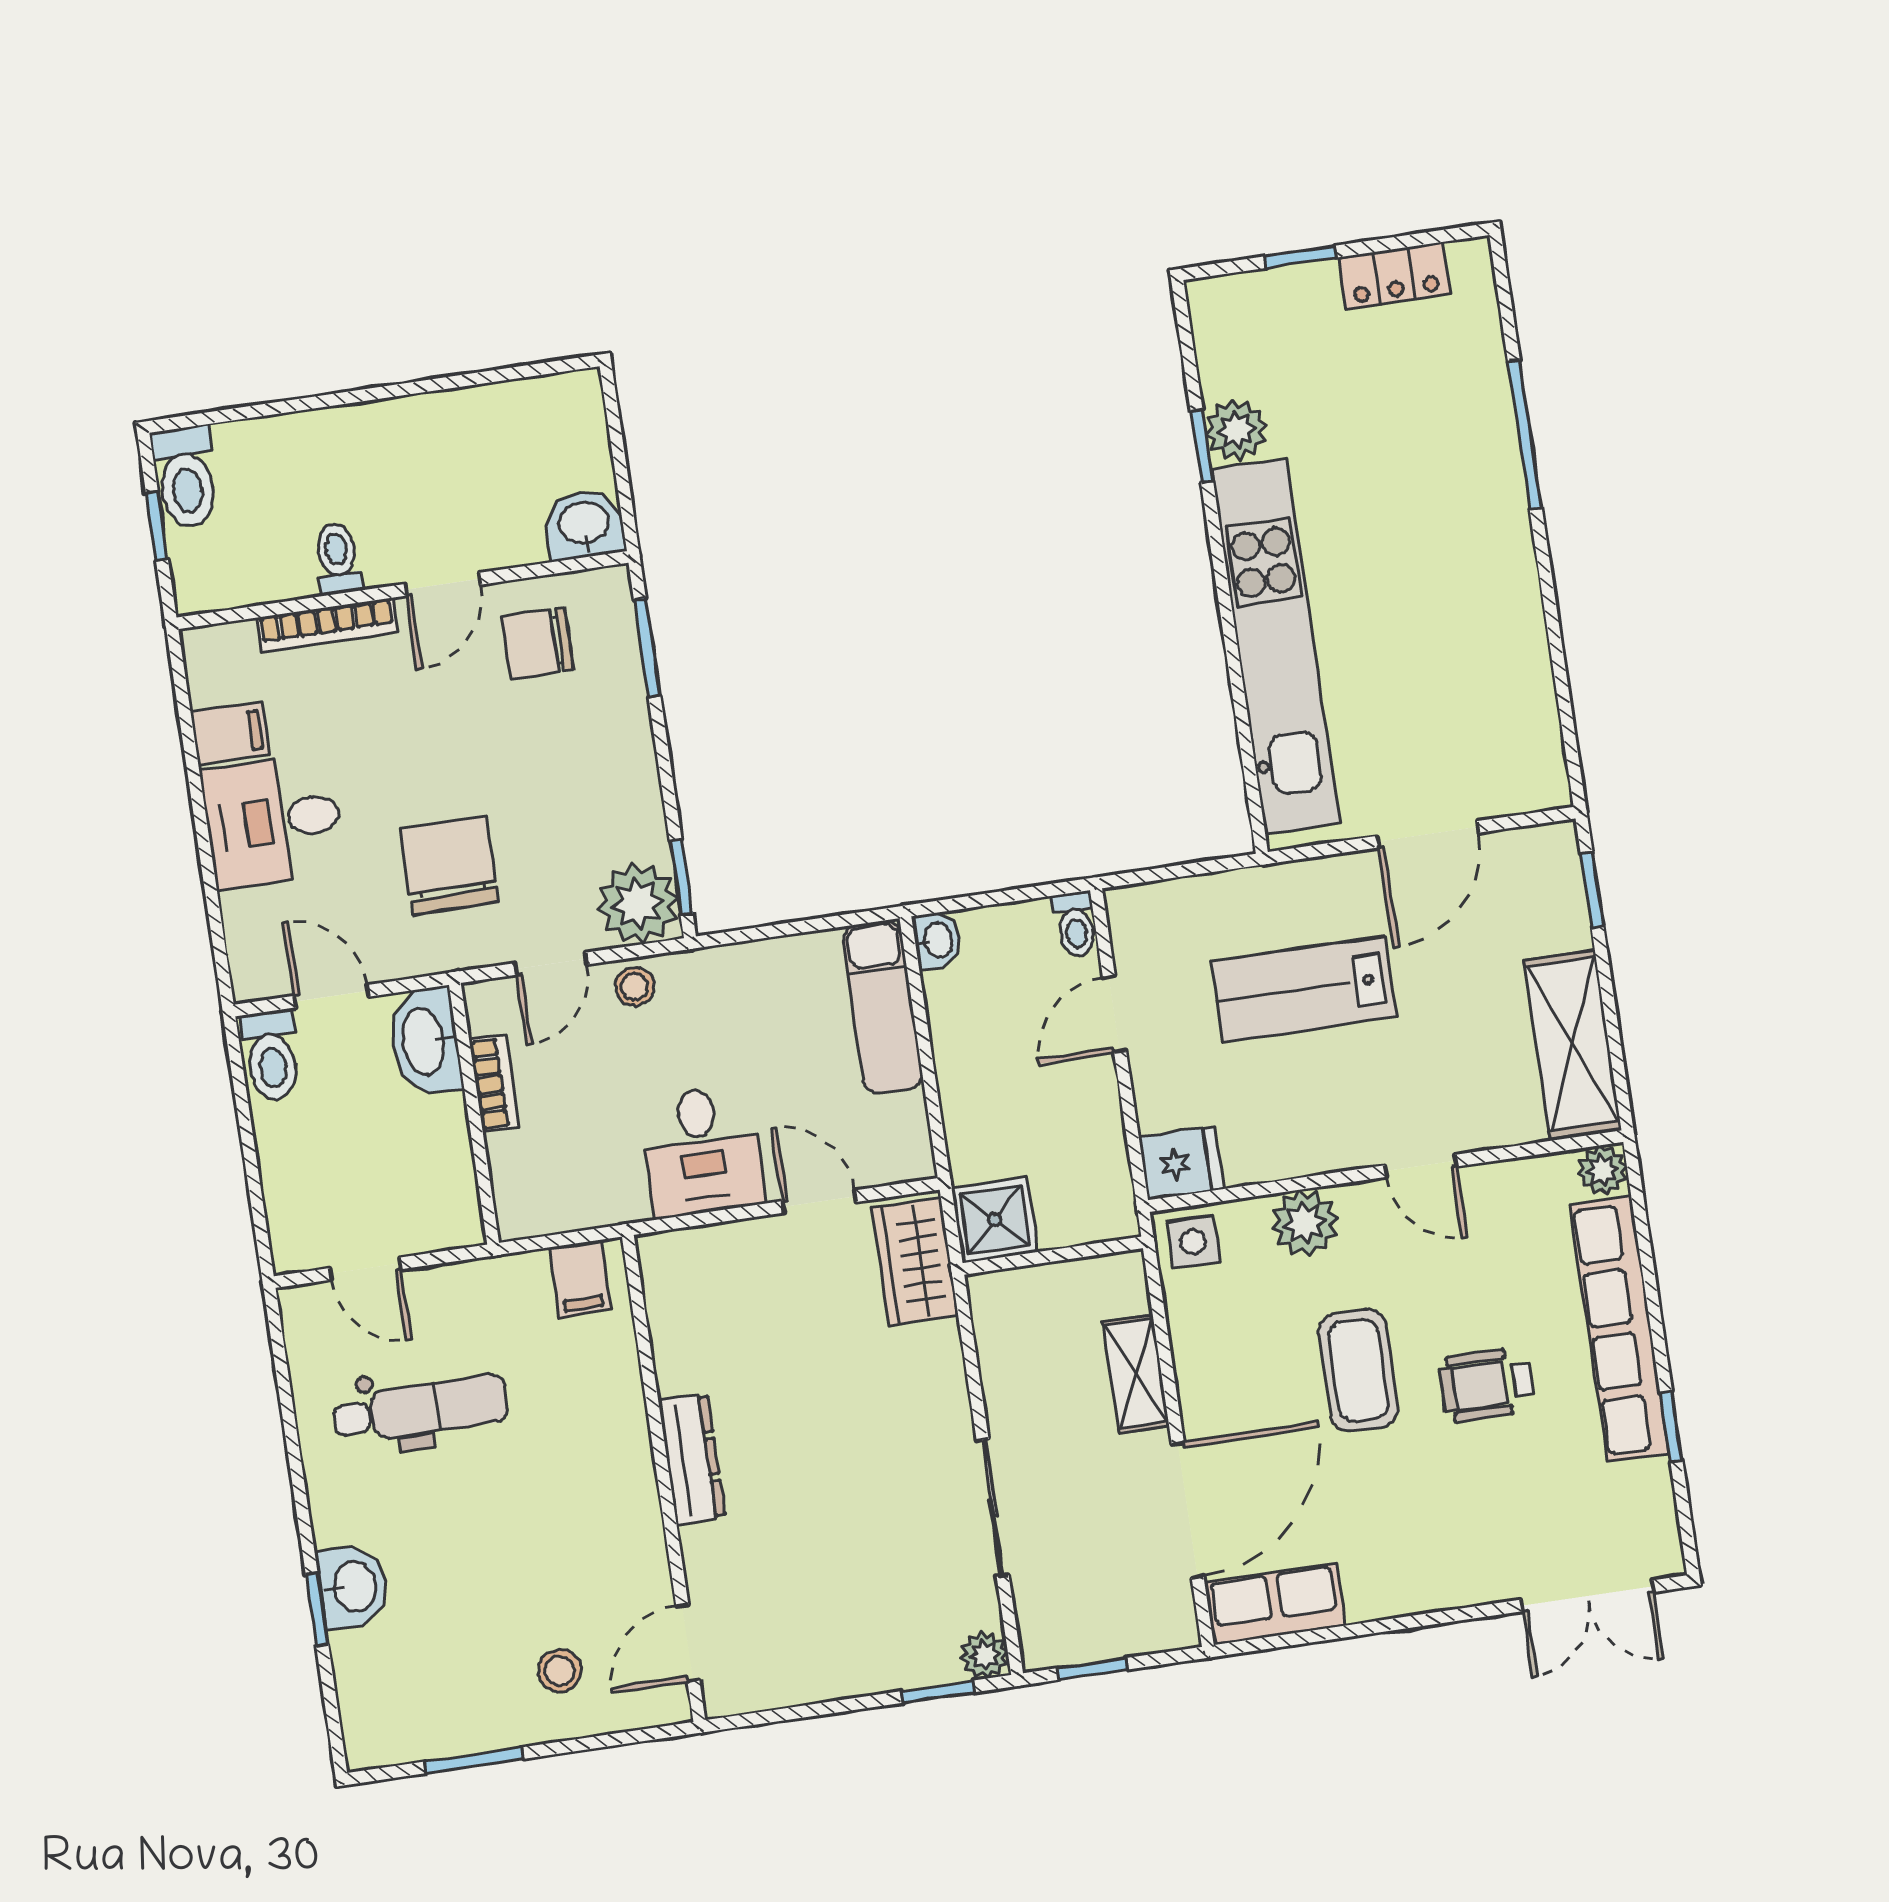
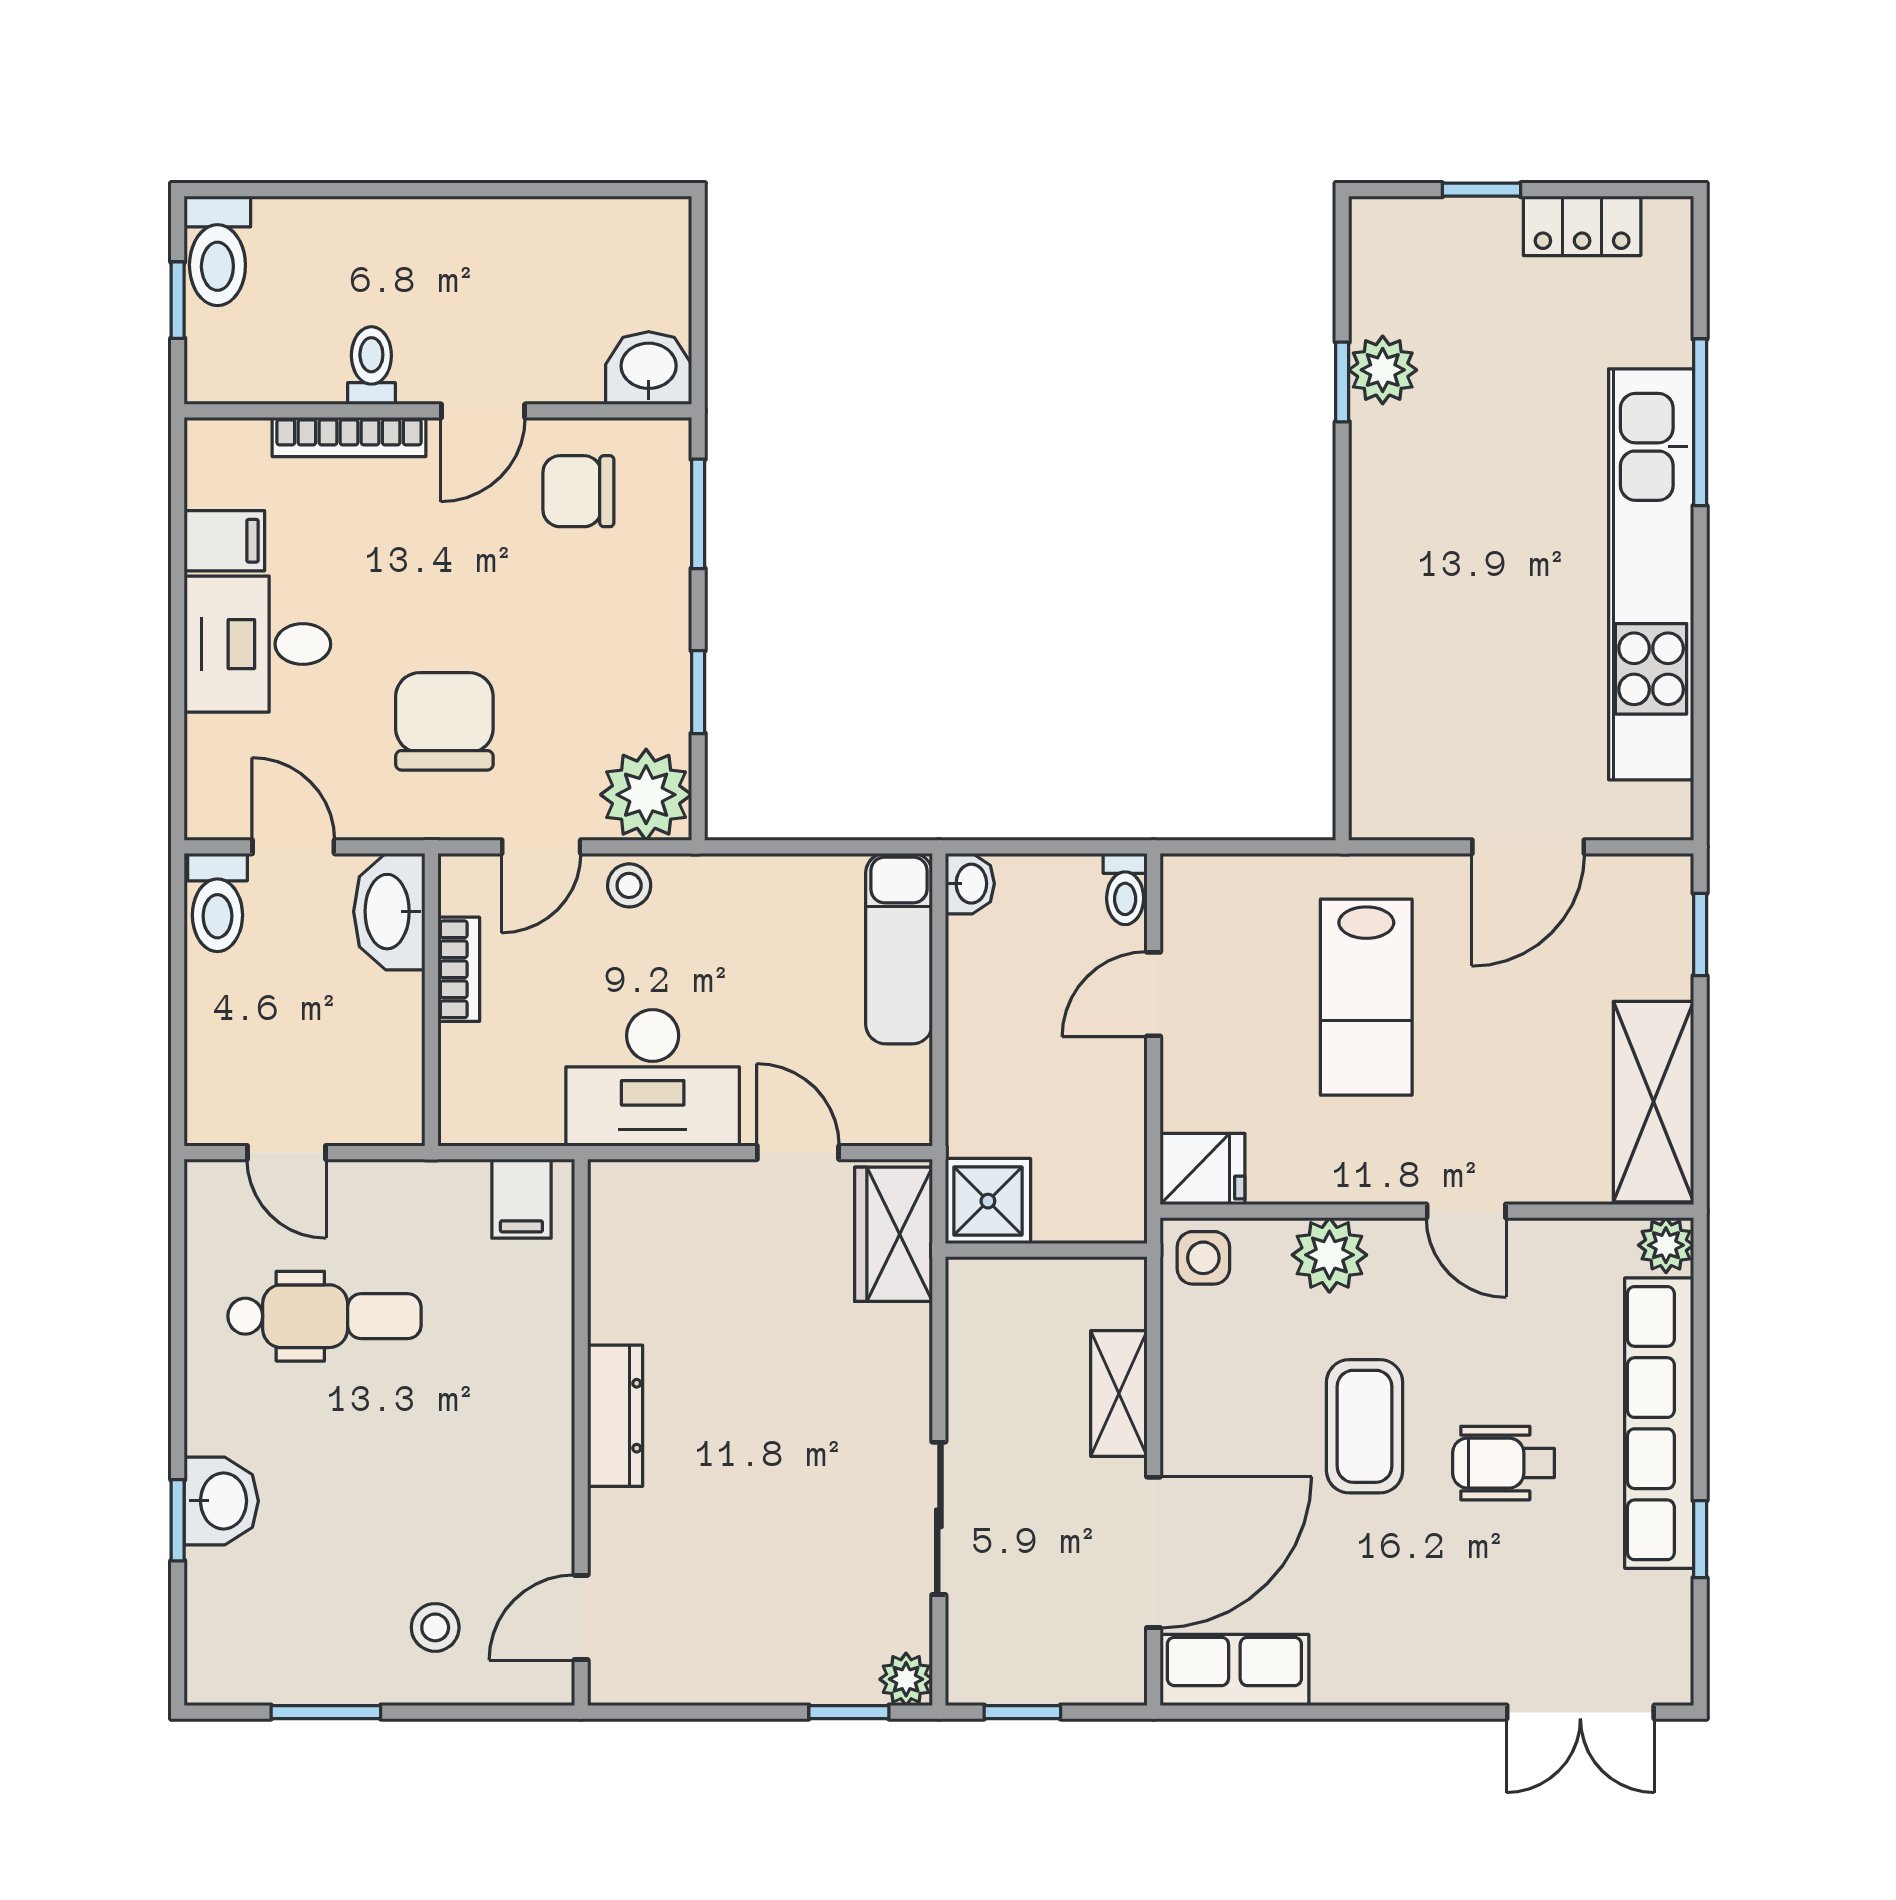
kitchen unit: (1276, 646) -> (1651, 574), moved, turned 180
window: (681, 877) -> (698, 692), moved
lab bench: (1304, 989) -> (1366, 997), turned -90
desk: (702, 1151) -> (653, 1078), width x1.37

